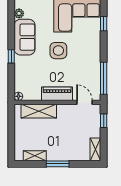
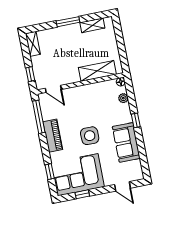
plant: (19, 13) -> (123, 98), moved
piano: (57, 94) -> (53, 136), moved, turned -90

